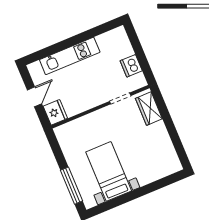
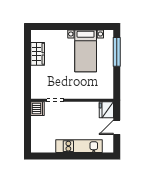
dishwasher: (131, 66) -> (37, 109), moved
wardrobe: (149, 109) -> (38, 54), moved

